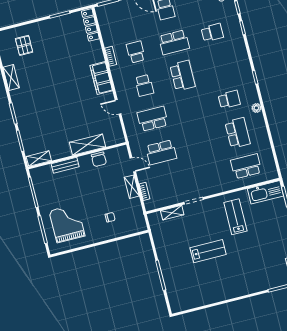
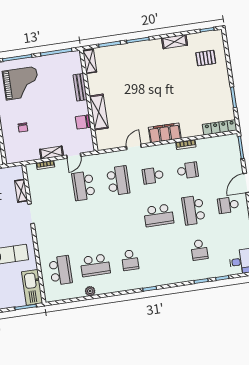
plant: (256, 108) -> (90, 291), moved

